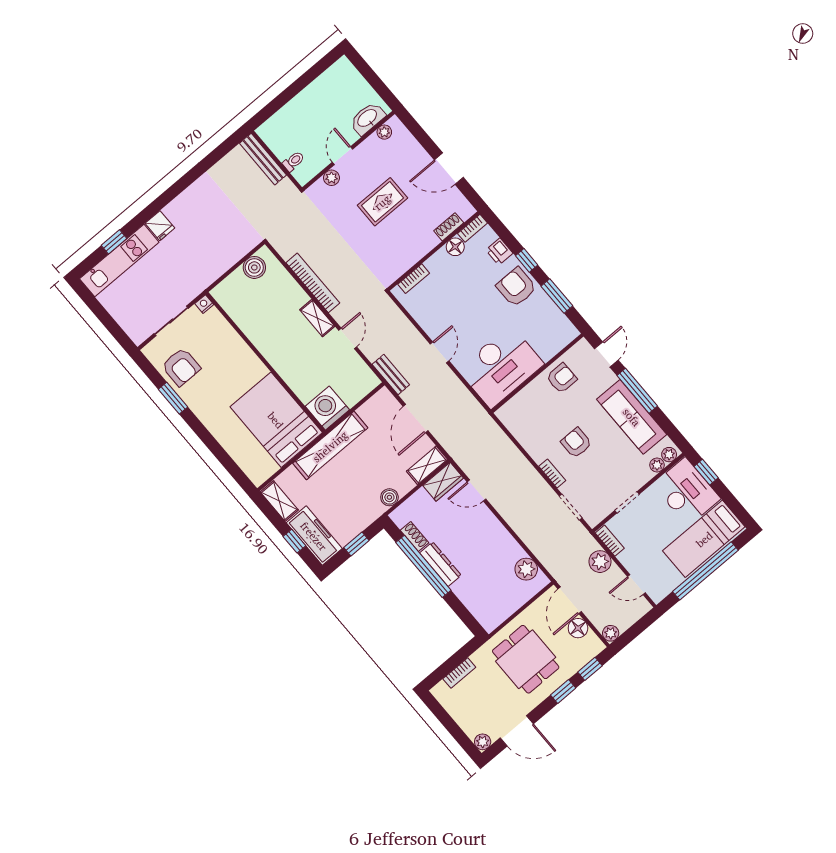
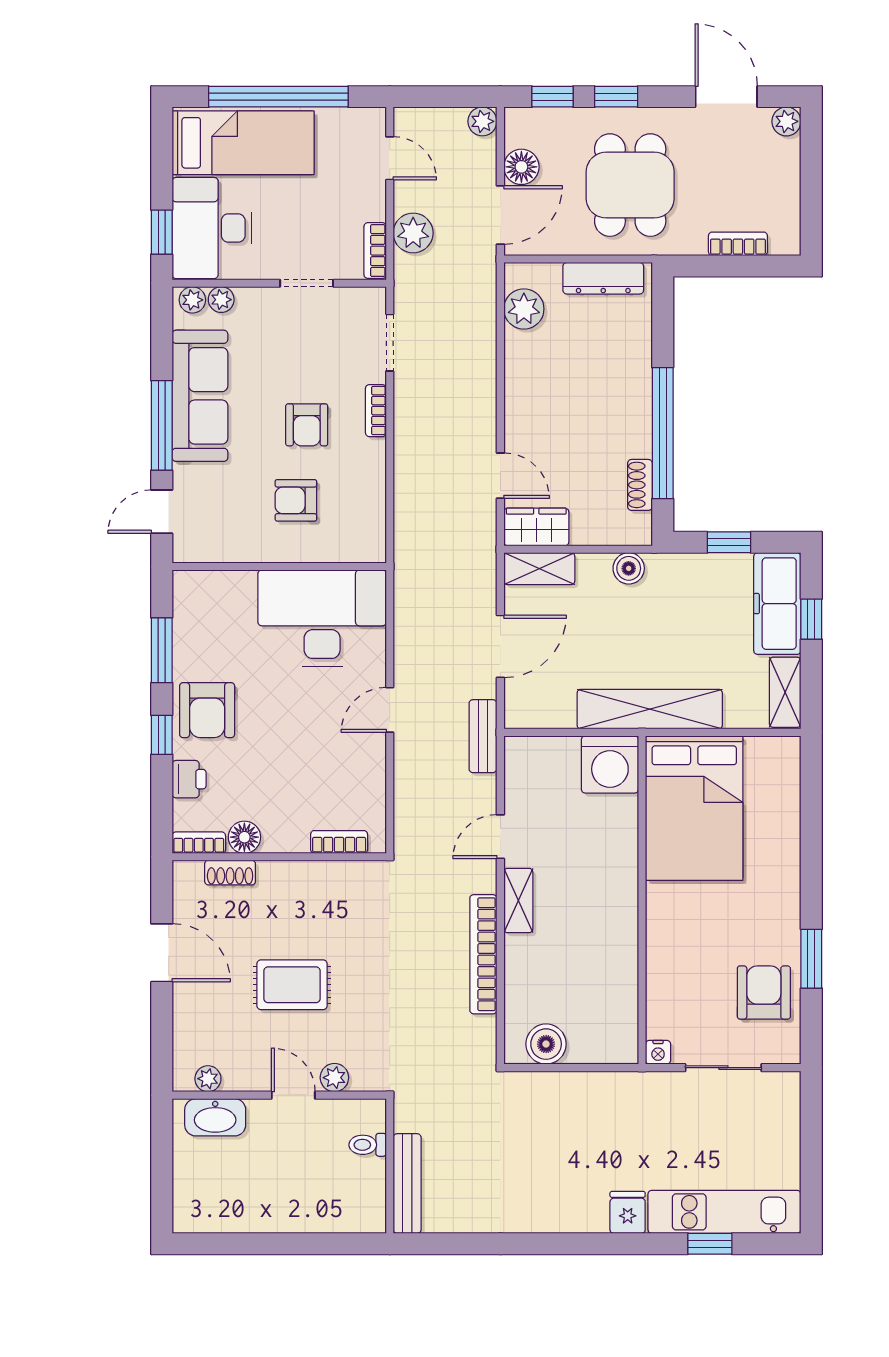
door: (343, 156) -> (293, 1095), swing flipped
armchair: (562, 378) -> (296, 500), moved
dresser: (440, 564) -> (603, 278), moved, turned -90

